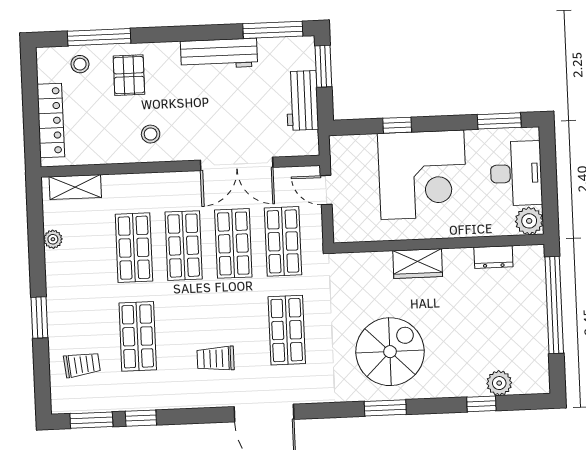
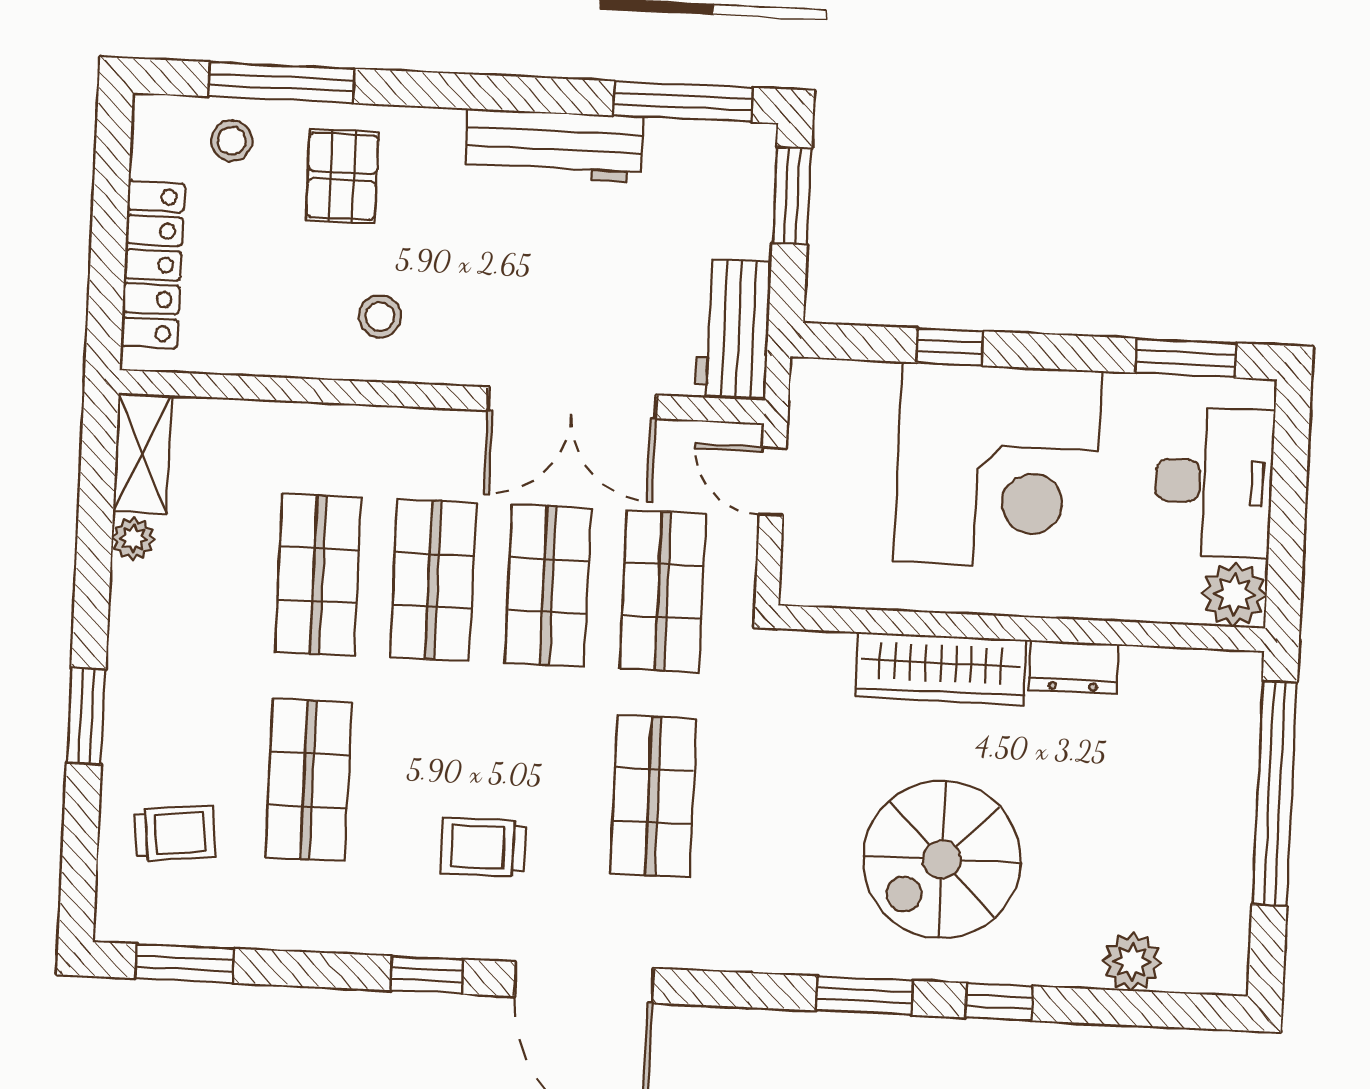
workbench: (302, 100) -> (733, 328), moved
shelving: (75, 187) -> (142, 453), moved, turned 90
dresser: (493, 257) -> (1074, 667), moved
wardrobe: (418, 264) -> (941, 668), width x1.50
spiral stairs: (390, 352) -> (942, 859), moved, turned 180
window: (481, 404) -> (999, 1002), moved
window: (141, 418) -> (427, 975), moved

